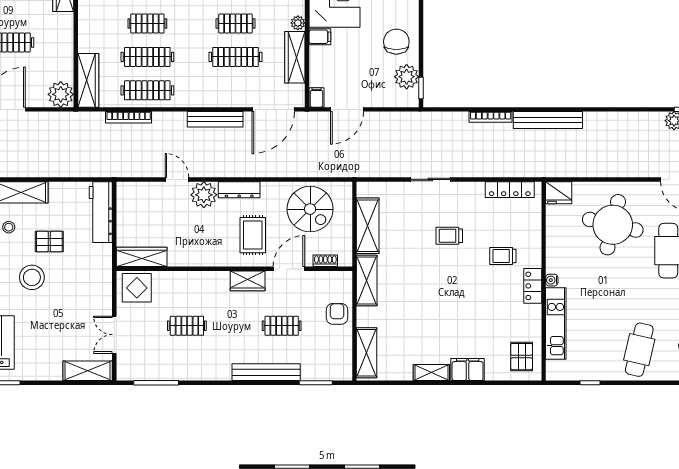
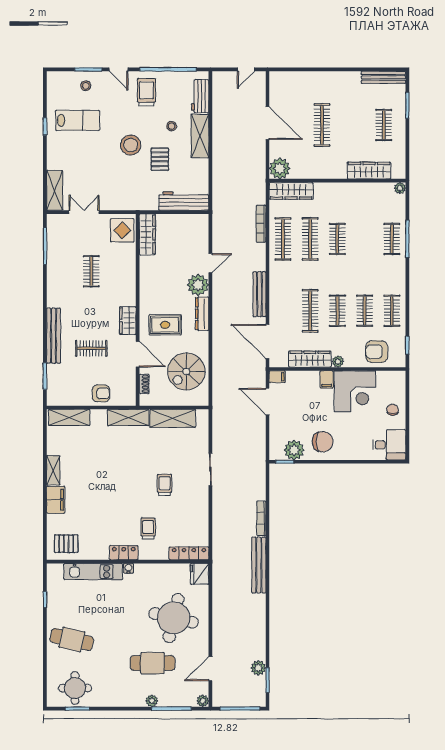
locker: (510, 190) -> (189, 553), moved, turned 90
clothes rail: (282, 326) -> (91, 348), turned 90

